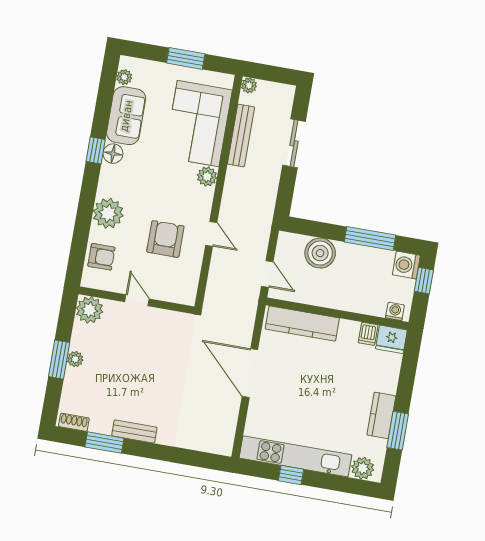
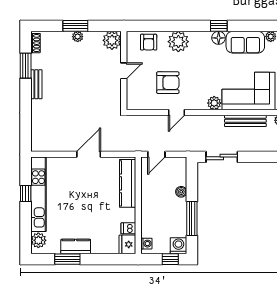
sliding door: (294, 143) -> (222, 157), moved
boiler: (320, 253) -> (181, 192), width x0.54, depth x0.54
door: (250, 373) -> (89, 154), width x0.73

